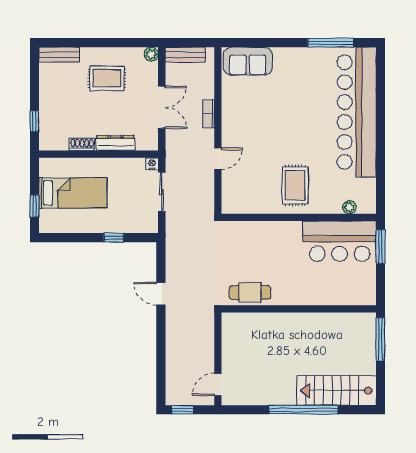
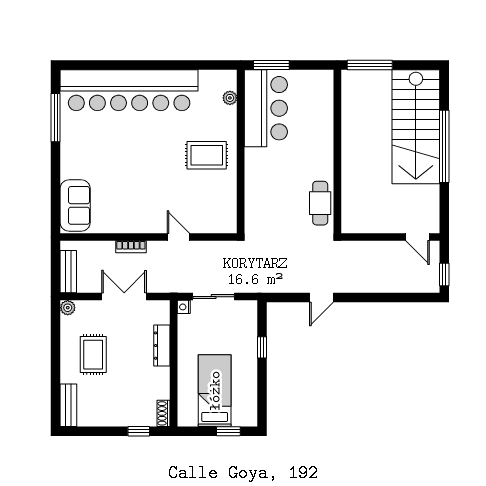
shoe rack: (82, 145) -> (164, 413), moved
stairs: (337, 390) -> (416, 127), width x1.36, depth x1.51

